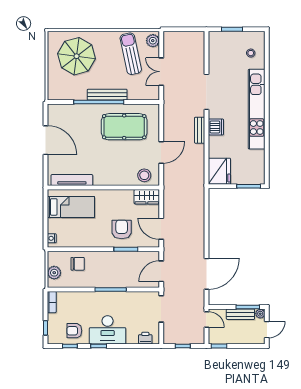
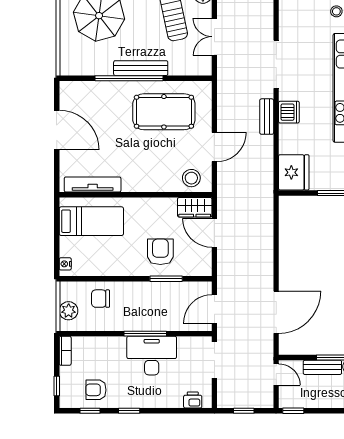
door: (161, 229) -> (214, 233), moved
chair: (78, 264) -> (101, 299), turned 180
desk: (108, 330) -> (152, 356), moved, turned 180

